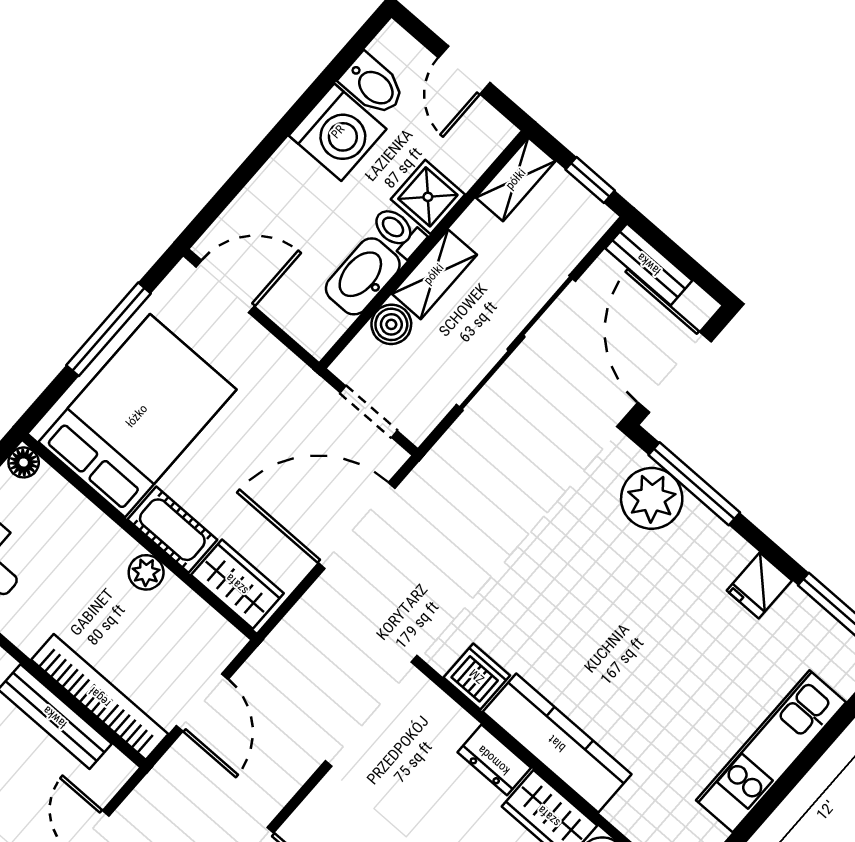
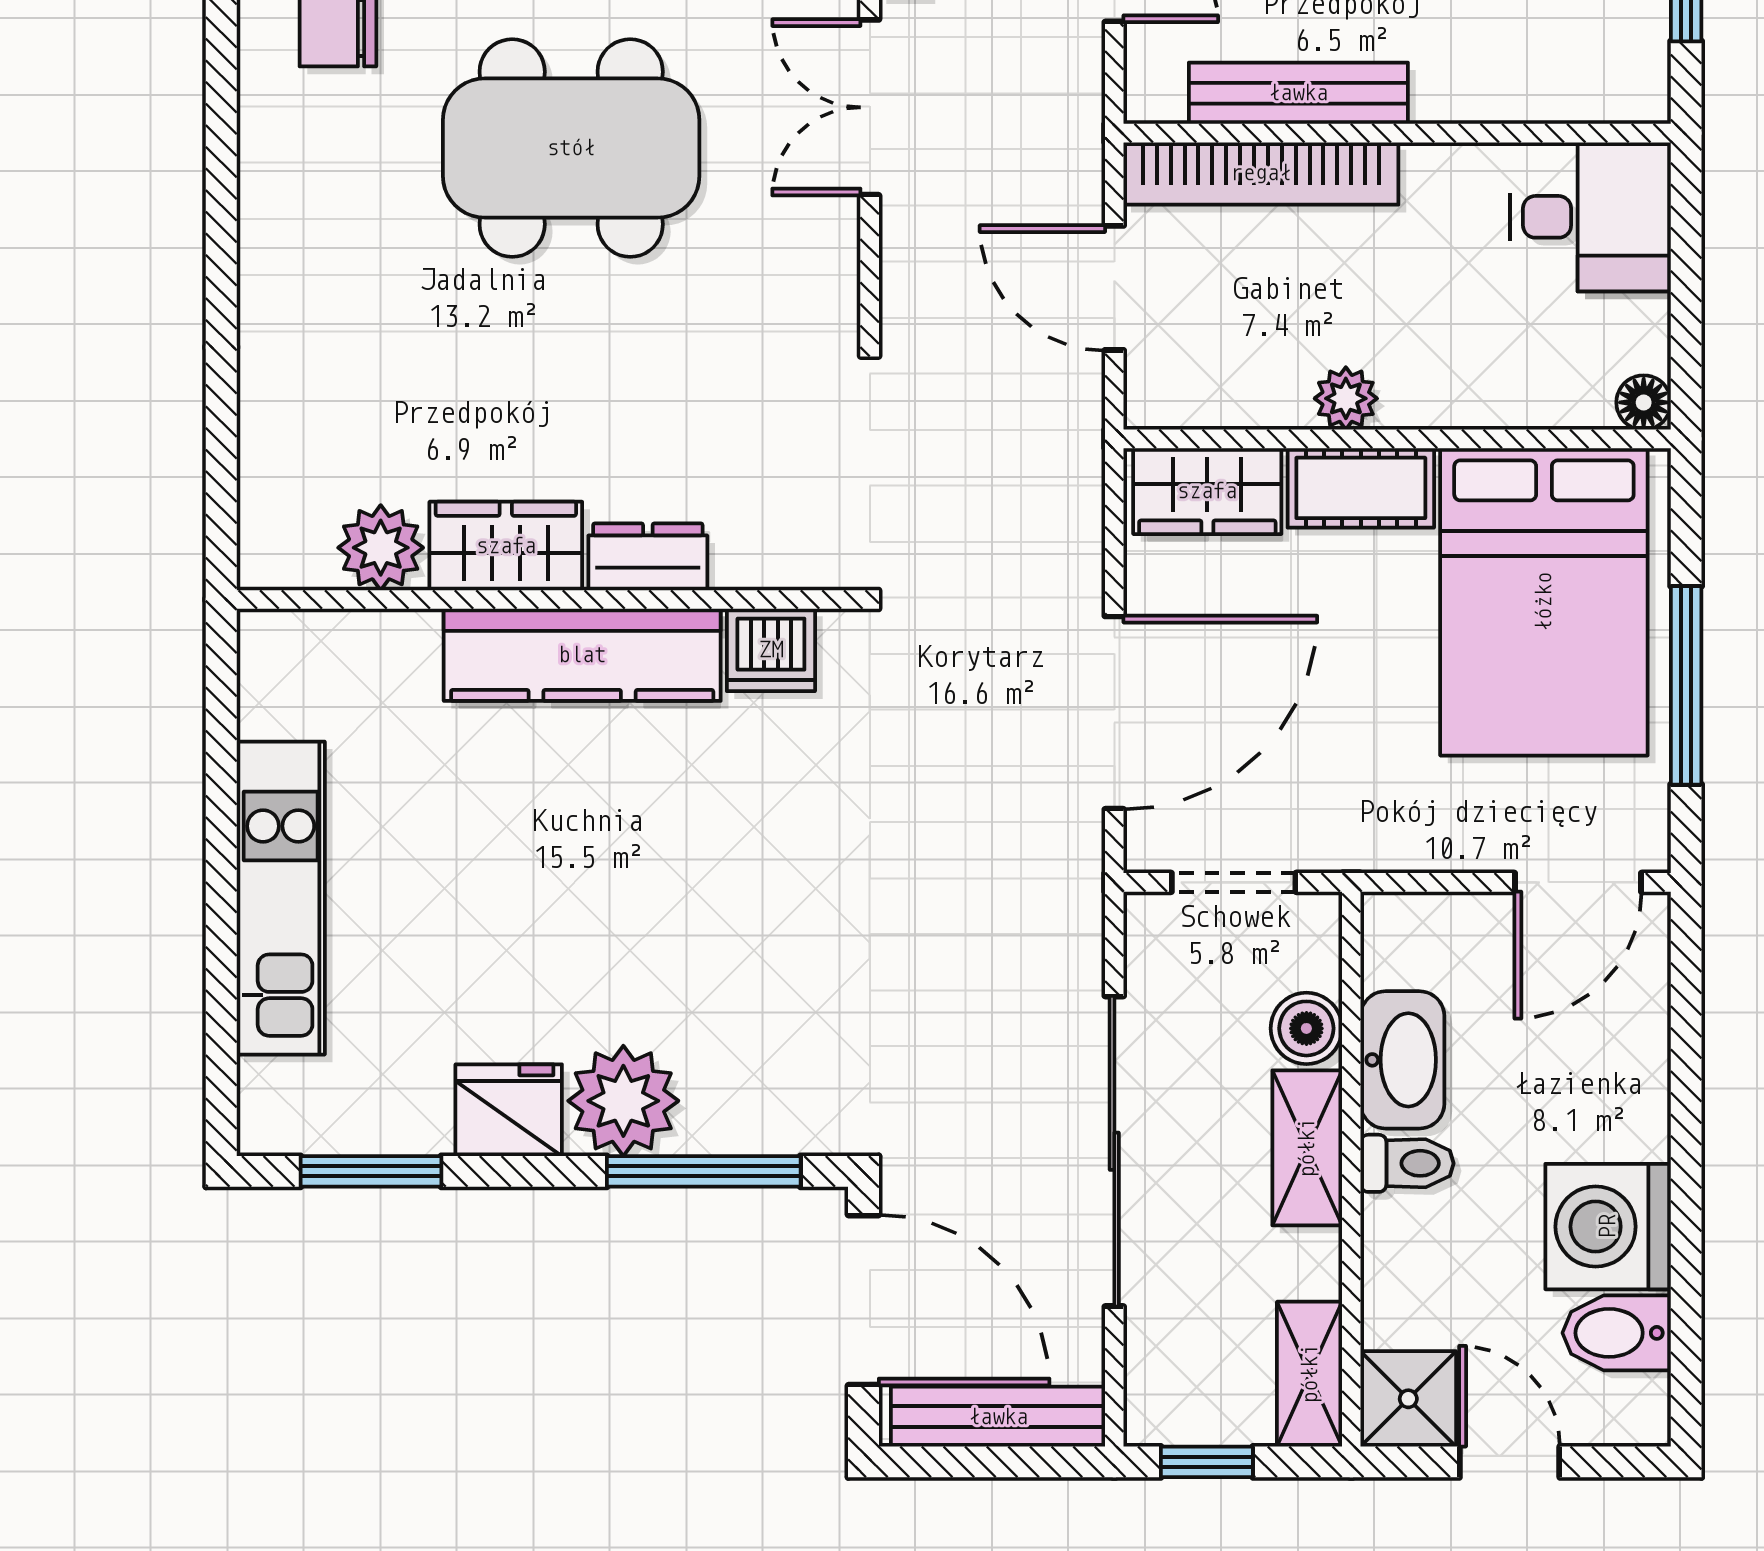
shower: (428, 197) -> (1408, 1399), moved
bench: (649, 264) -> (998, 1417), width x1.36
plant: (652, 498) -> (623, 1101), moved
fridge: (759, 585) -> (509, 1110), width x1.38

